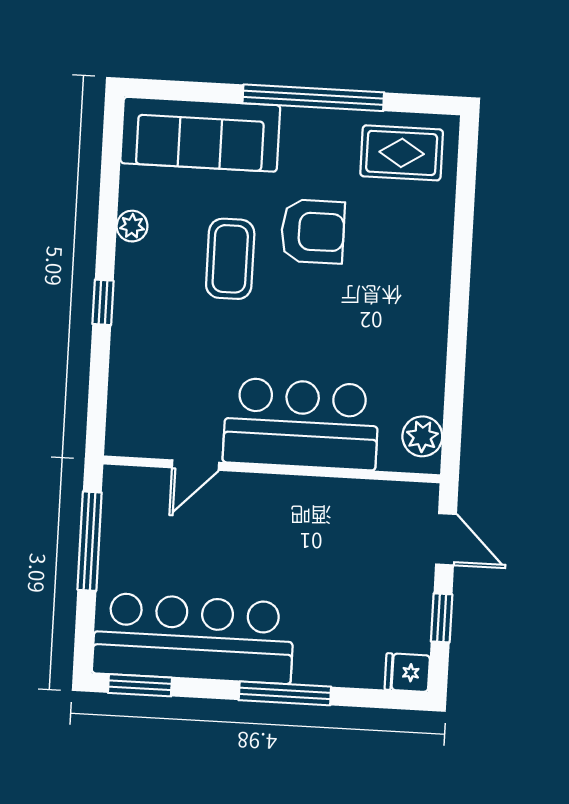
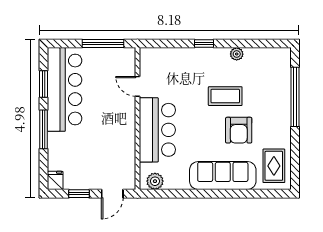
window: (313, 98) -> (295, 97), moved
sofa: (200, 134) -> (223, 176), moved, turned 90
window: (140, 685) -> (43, 84), moved

